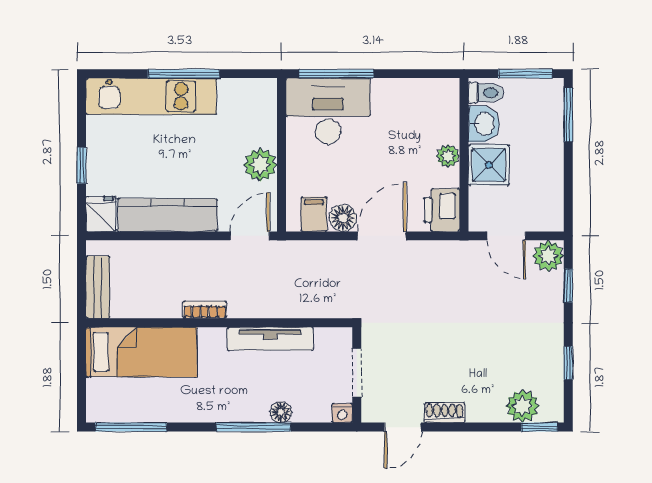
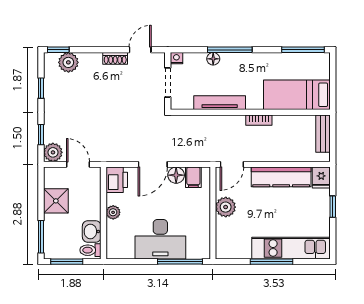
desk: (328, 111) -> (160, 239), moved
shower: (489, 165) -> (56, 201), moved

